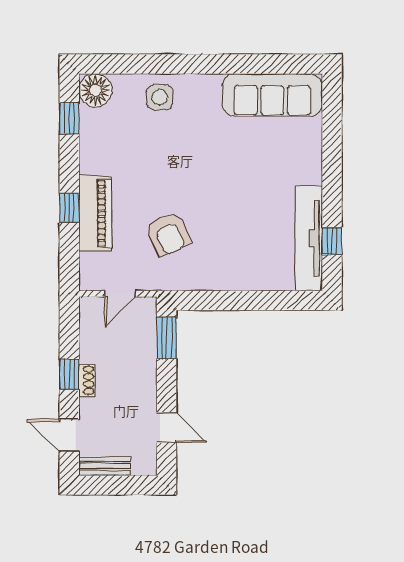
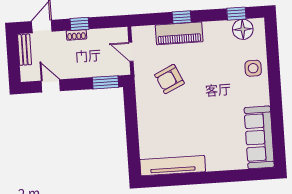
floor lamp: (95, 90) -> (243, 29), moved
window: (332, 241) -> (172, 180), removed
door: (167, 427) -> (51, 86), swing flipped

